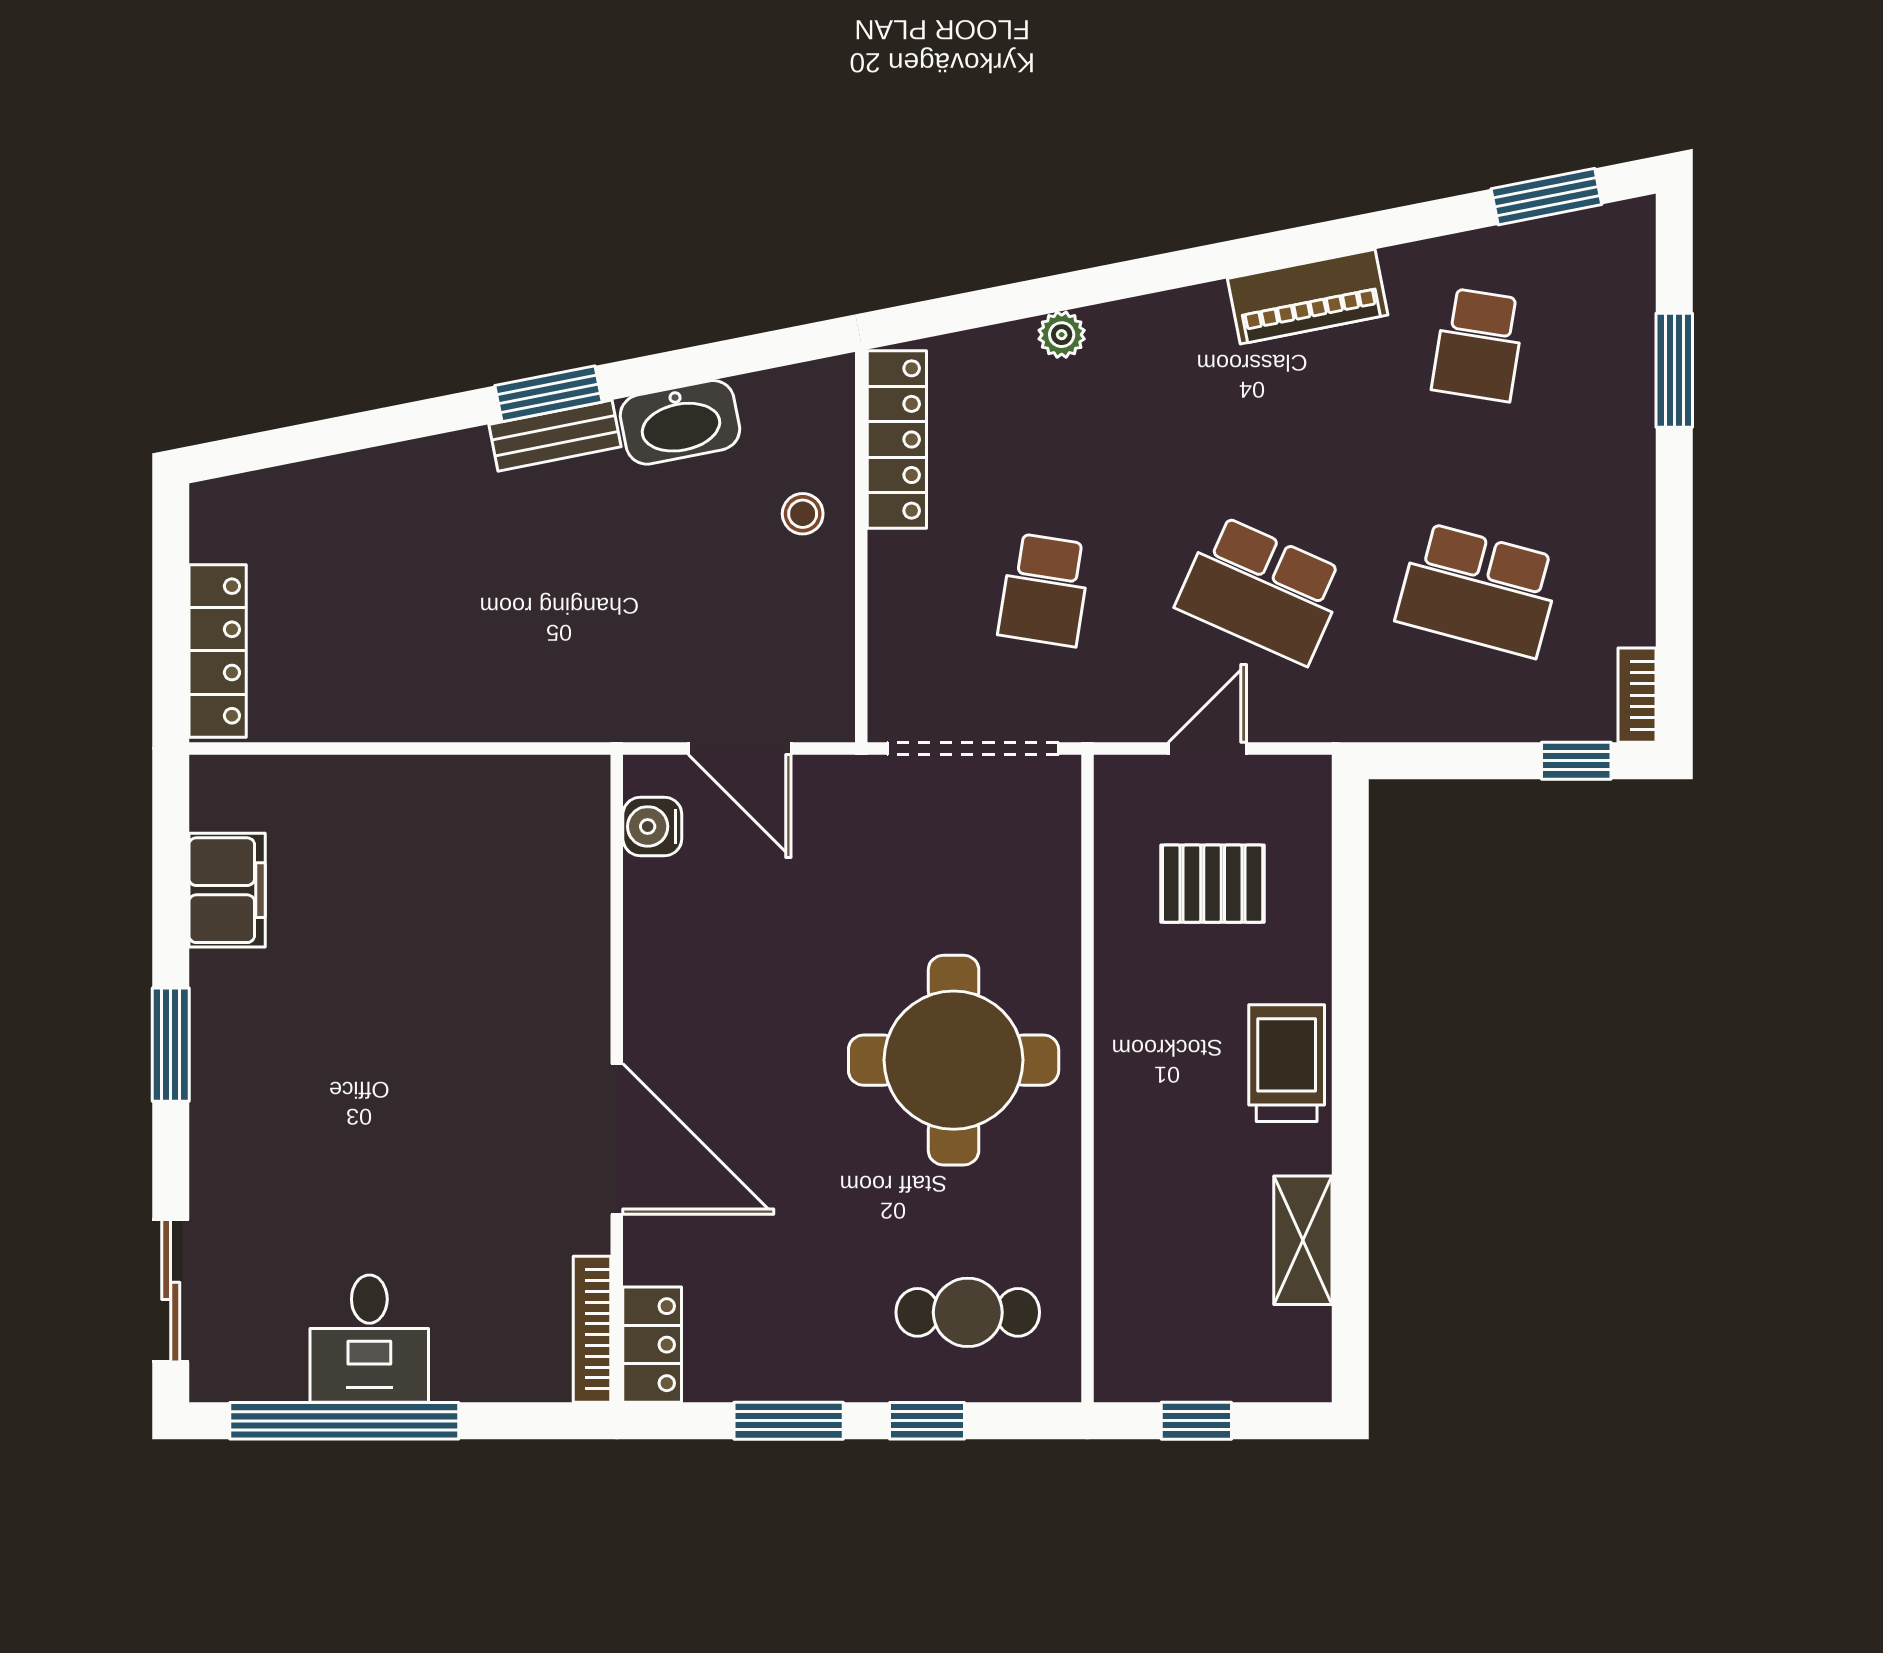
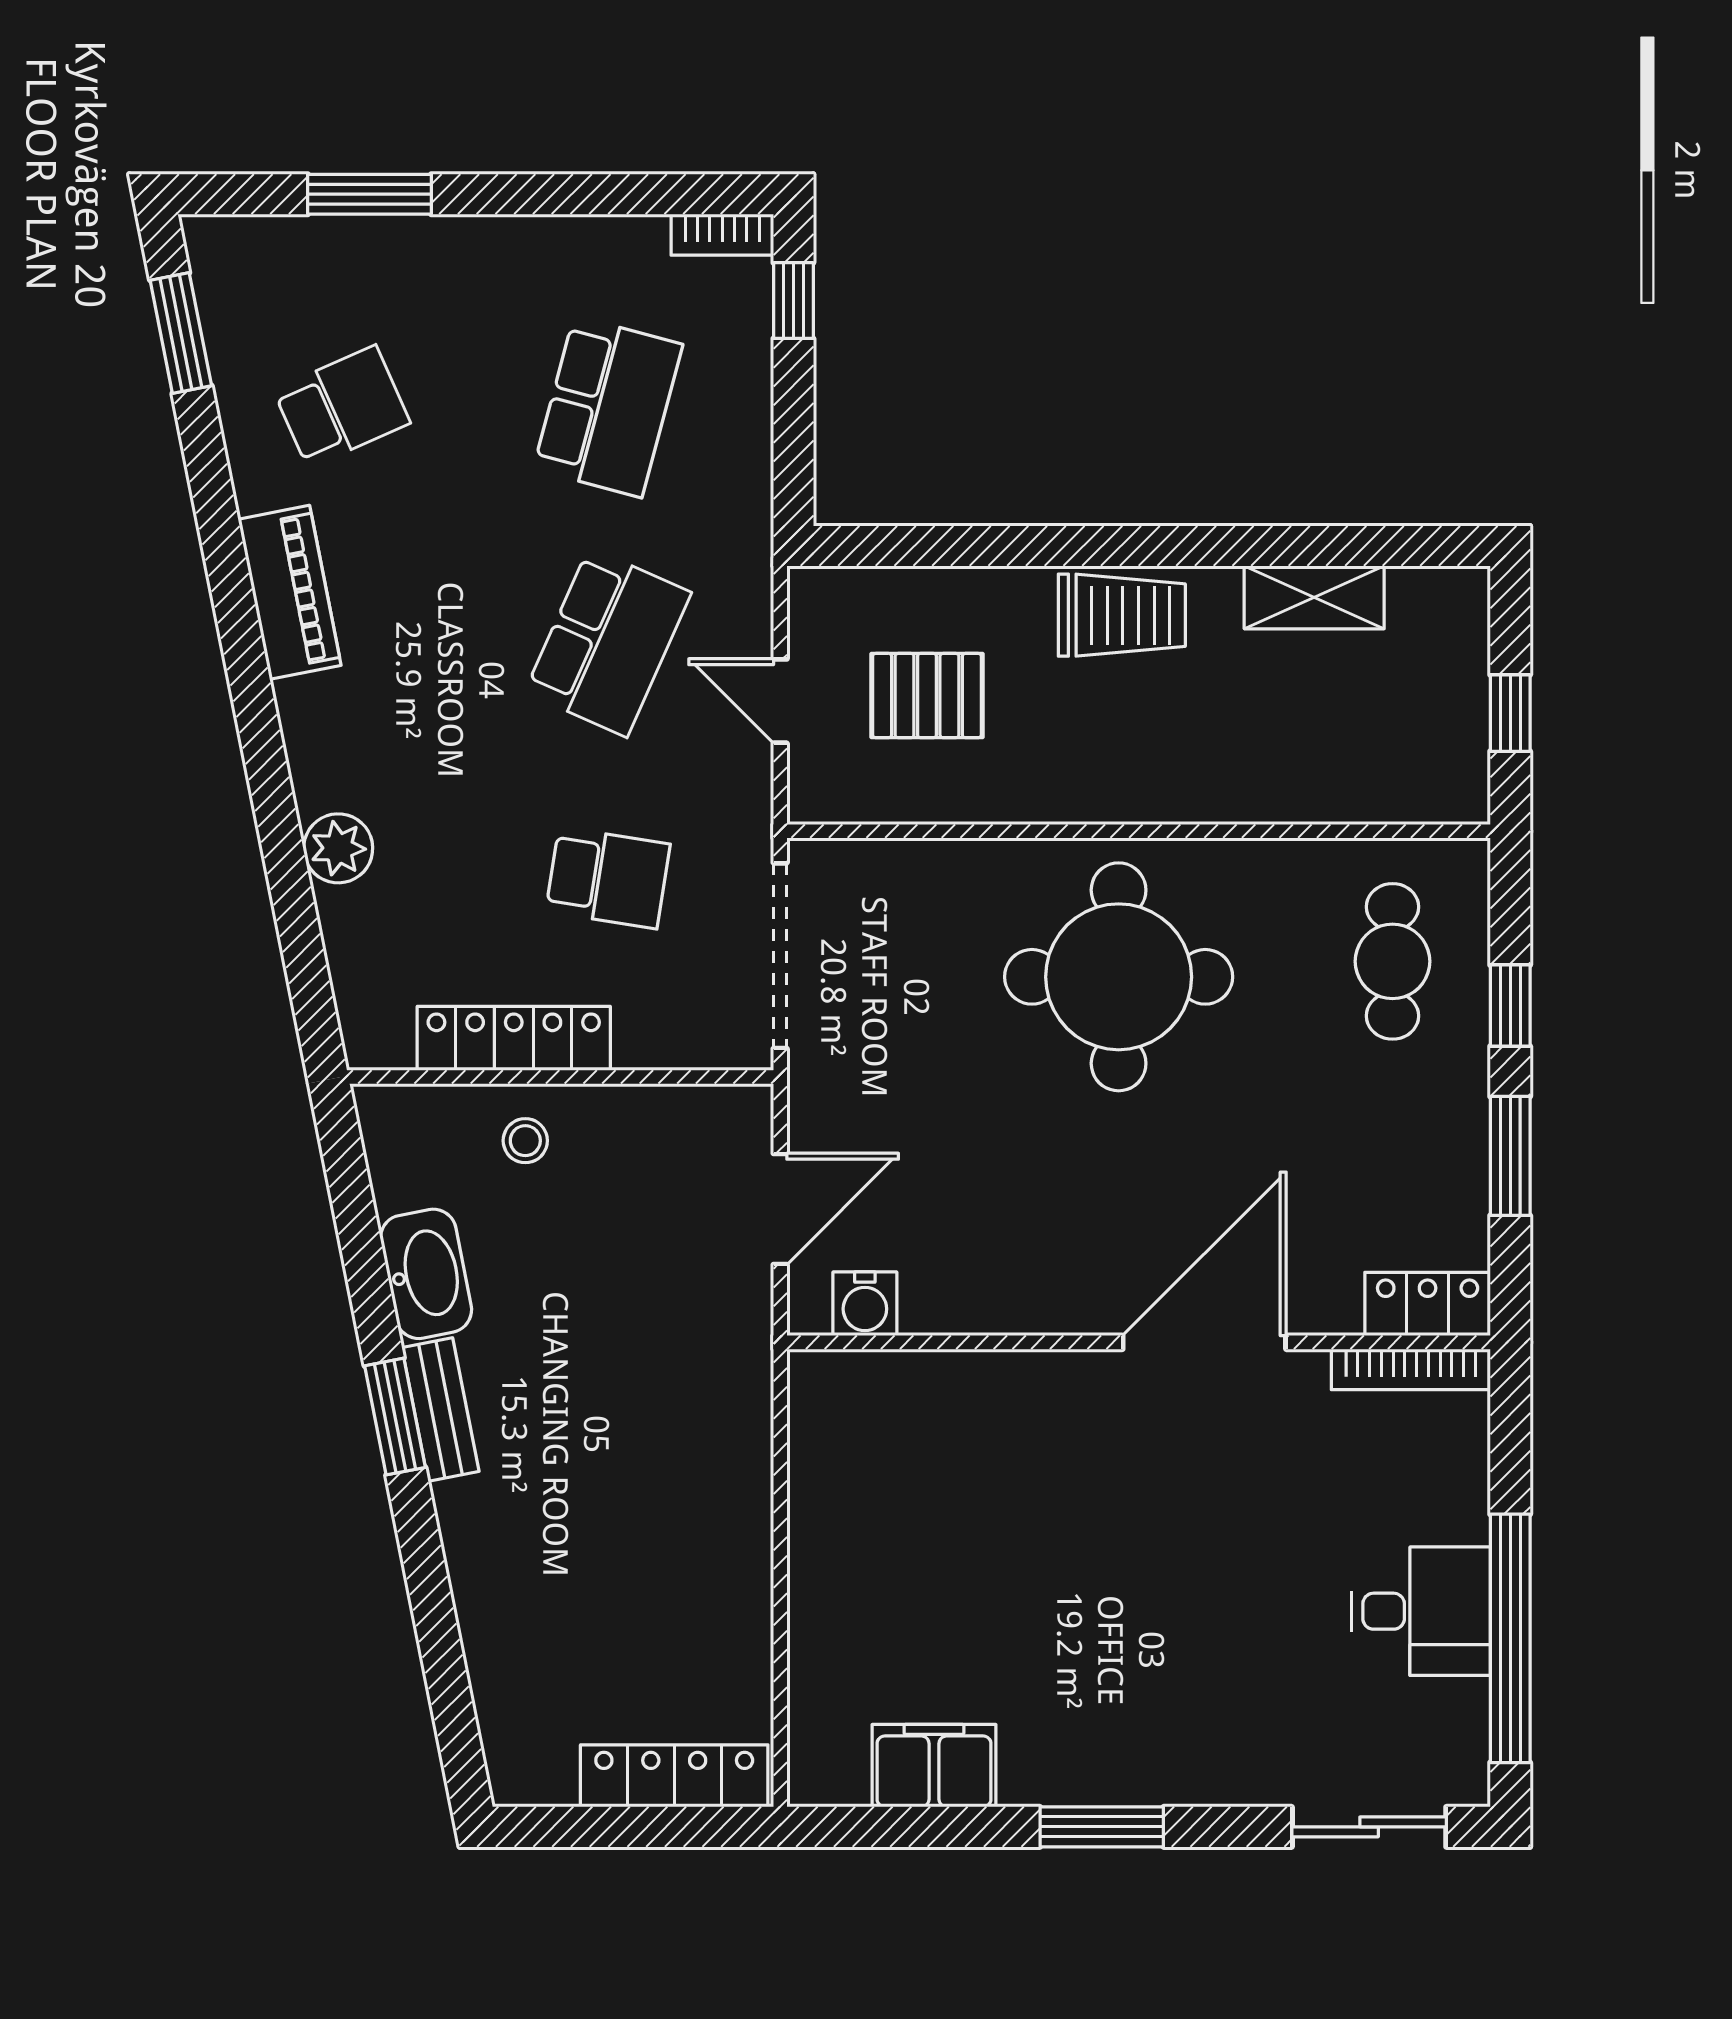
plant: (1062, 335) -> (338, 848), width x1.38, depth x1.38
school desk: (1479, 345) -> (342, 407), turned -33
locker: (897, 439) -> (514, 1038), moved
pallet: (1213, 884) -> (927, 696), turned 90
trolley: (1287, 1063) -> (1122, 615), turned 180

